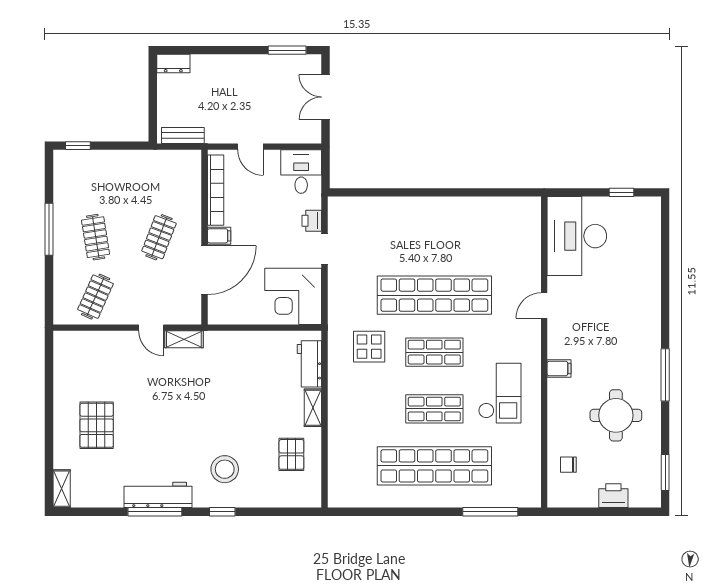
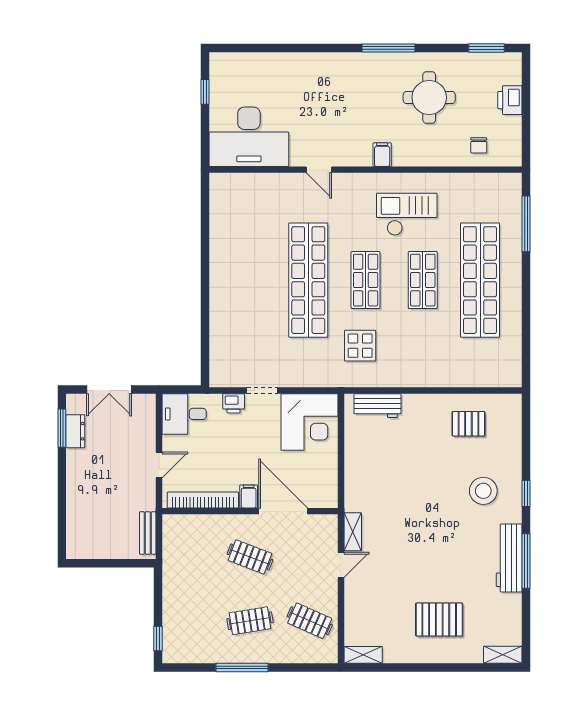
dresser: (173, 63) -> (75, 431), moved
shelving: (313, 408) -> (363, 655), moved

